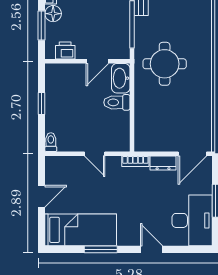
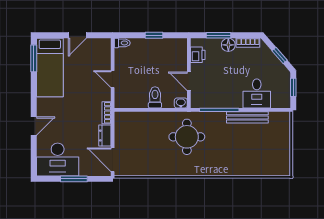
washbasin: (121, 78) -> (181, 103), width x0.52, depth x0.69
door: (95, 154) -> (113, 79), hinge flipped
door: (41, 196) -> (77, 35), hinge flipped
window: (101, 249) -> (34, 58), moved

